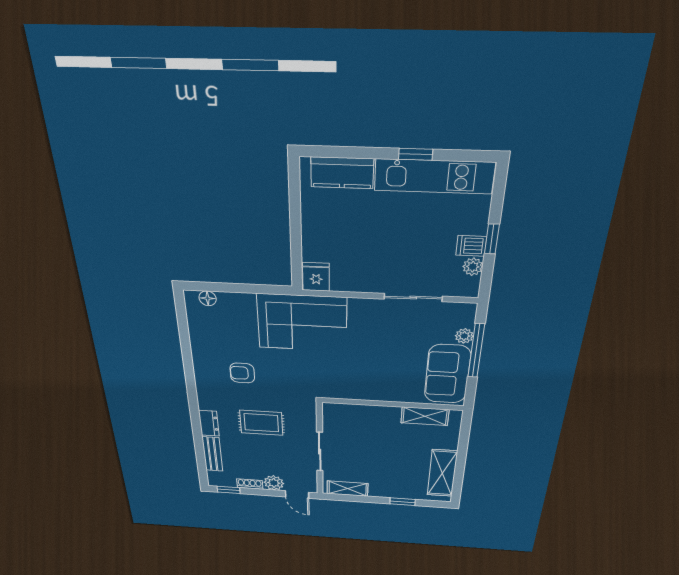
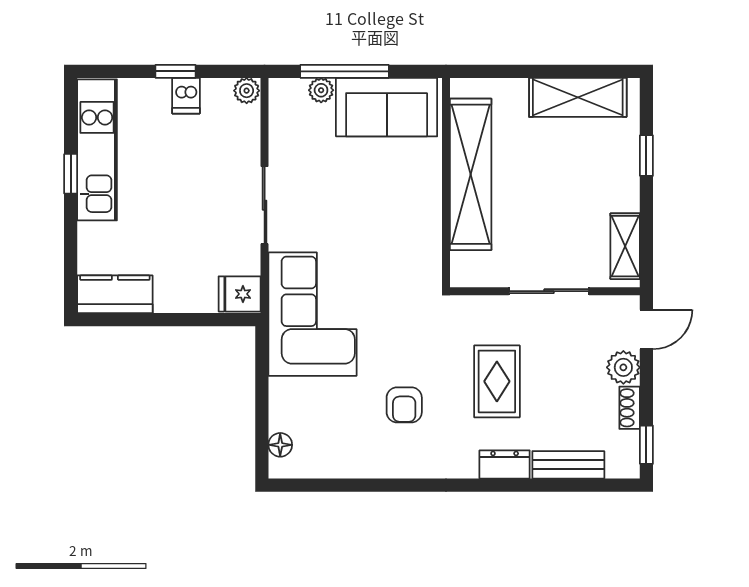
kitchen counter: (342, 173) -> (115, 294), moved, turned -90
plant: (473, 267) -> (247, 91), moved
sliding door: (413, 298) -> (265, 205), moved
shelving: (425, 416) -> (471, 174), width x2.20, depth x1.33

